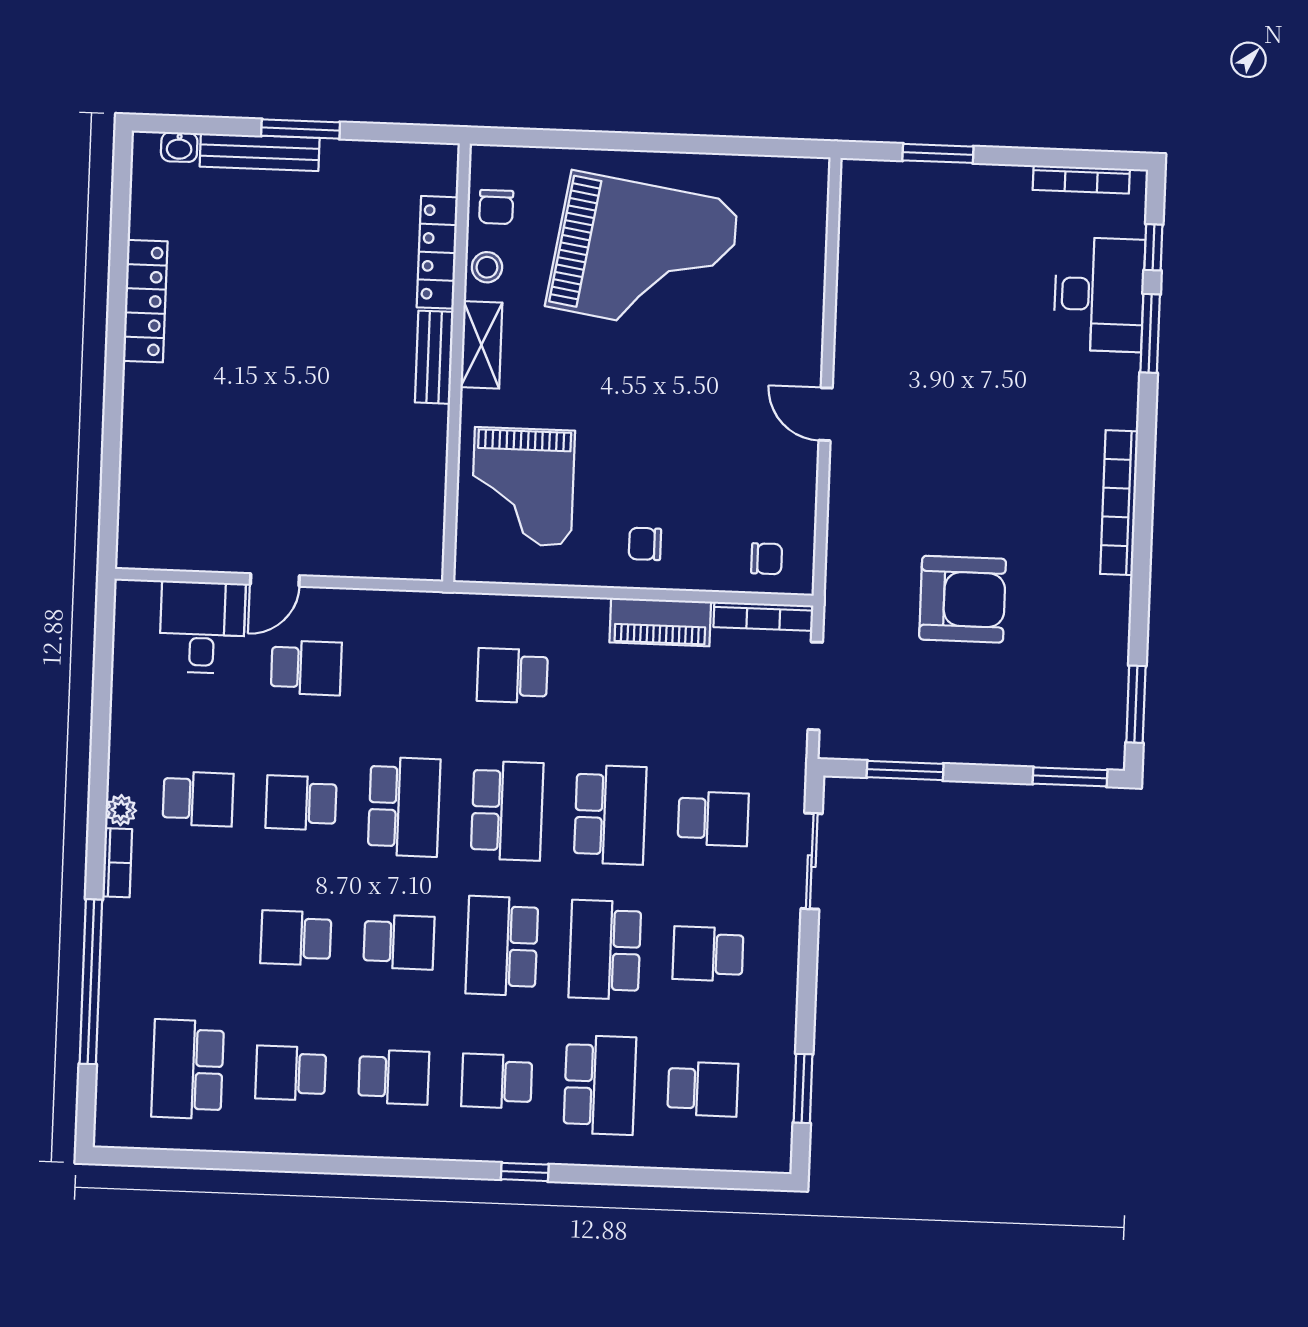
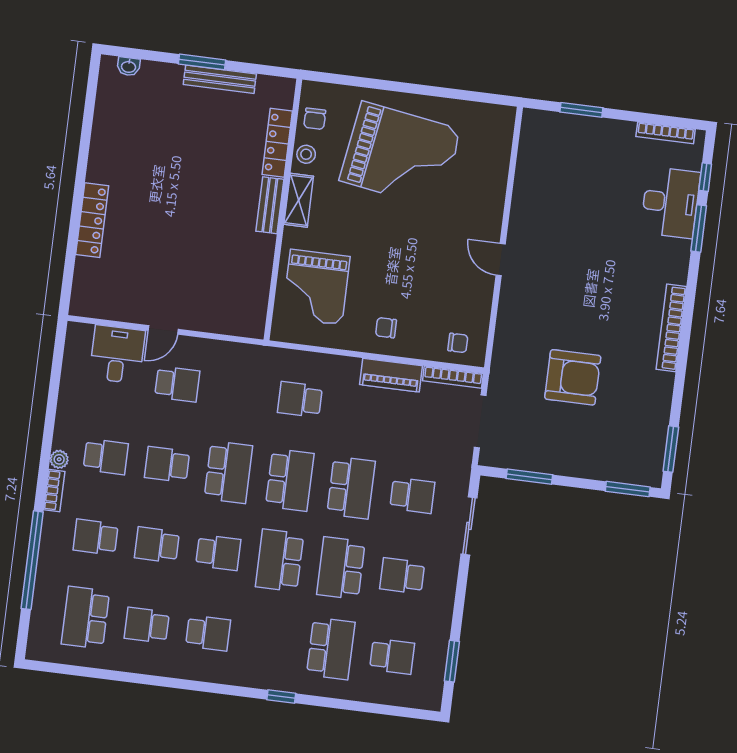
bench: (260, 152) -> (220, 79), moved
locker: (145, 301) -> (92, 220), moved
school desk: (497, 1081) -> (96, 537), moved

